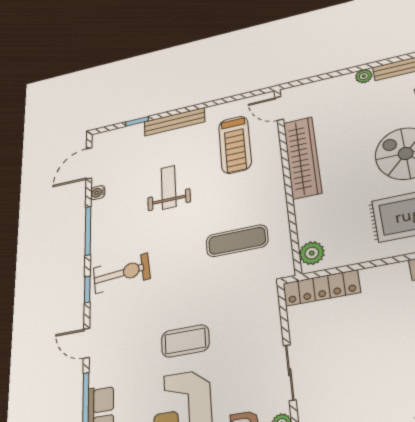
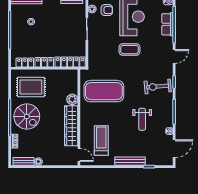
weight bench: (169, 187) -> (142, 119), moved
exercise mat: (237, 241) -> (104, 91), width x2.00, depth x1.45
plant: (312, 253) -> (72, 99), moved
locker: (385, 276) -> (44, 62), added
door: (87, 343) -> (174, 56), hinge flipped

